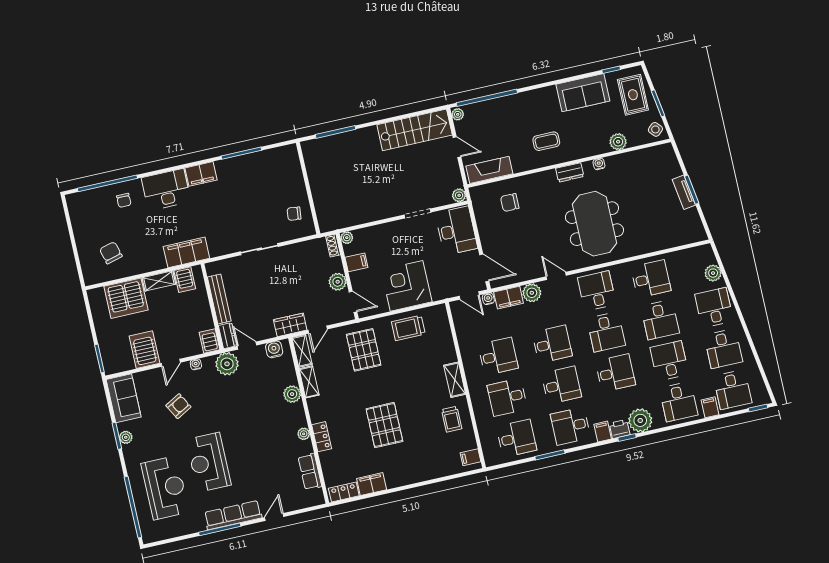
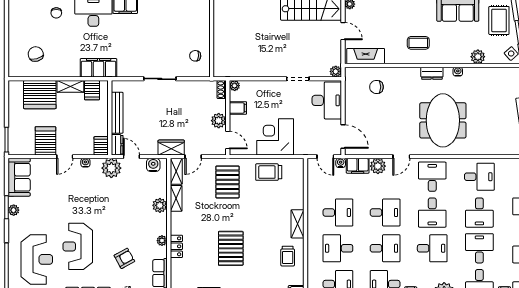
door: (556, 276) -> (401, 157), swing flipped
armchair: (178, 406) -> (124, 258), moved

